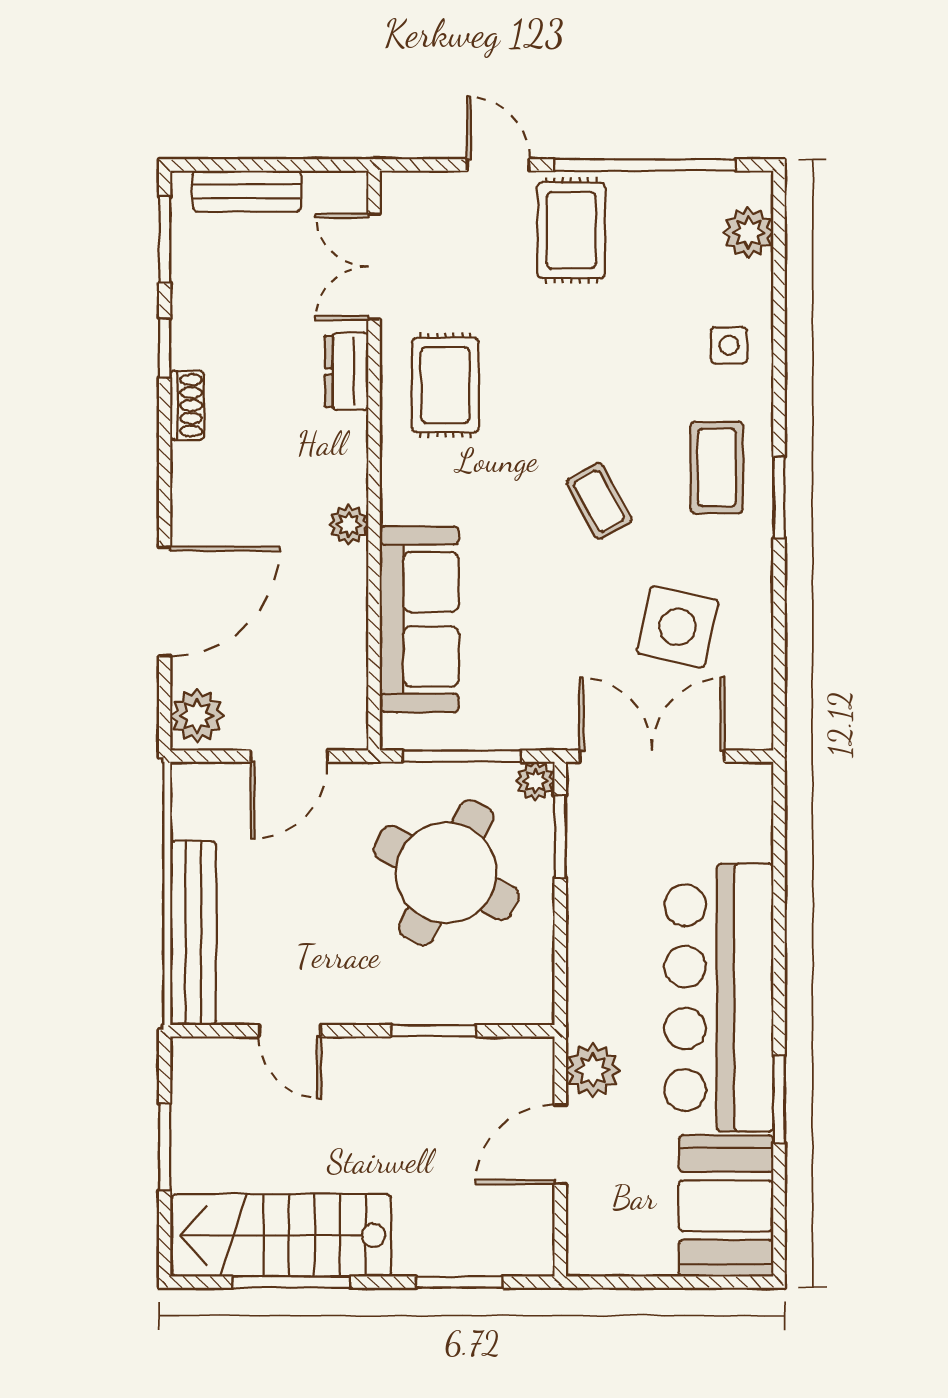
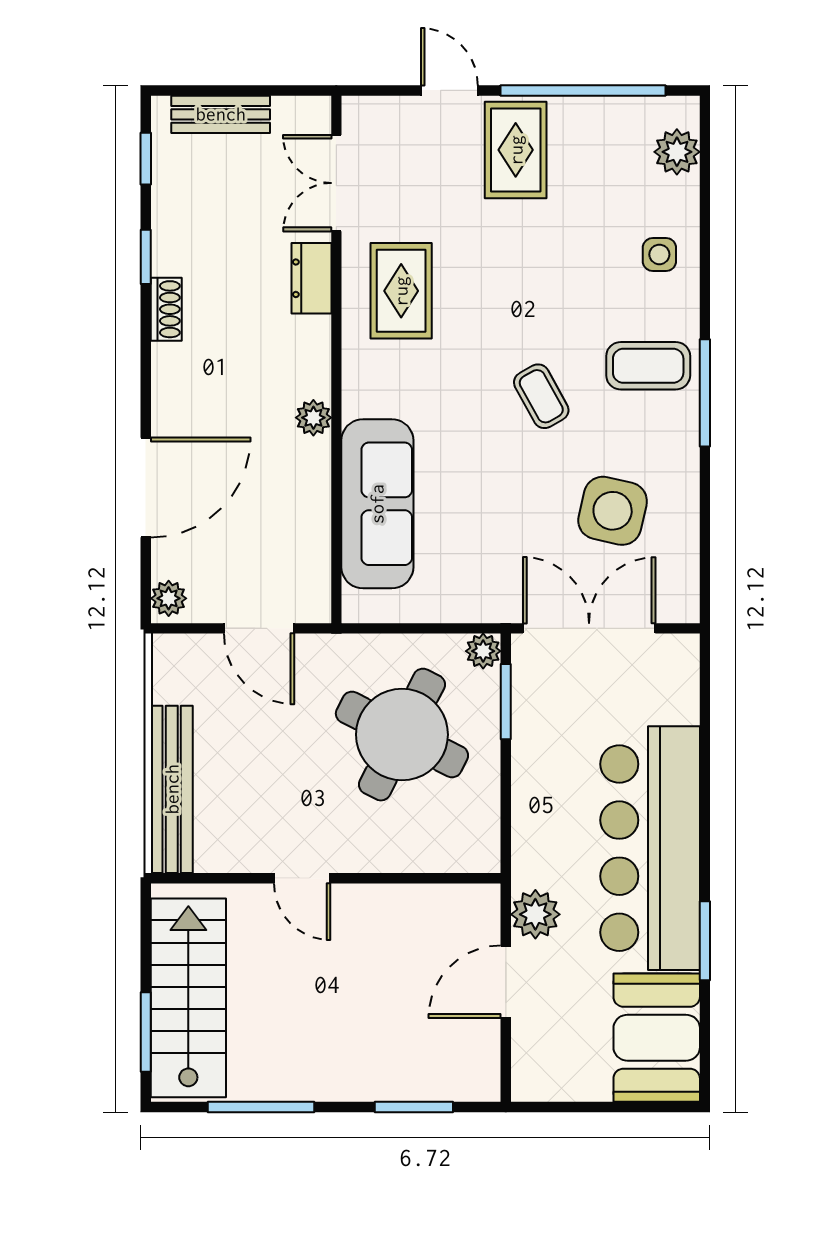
window: (165, 240) -> (146, 159), width x0.67
coffee table: (717, 467) -> (648, 366), turned 90
window: (779, 497) -> (705, 393), width x1.44
plant: (197, 716) -> (169, 598), width x0.73, depth x0.73
door: (289, 756) -> (259, 628), hinge flipped
window: (462, 756) -> (416, 628), removed
door: (290, 1031) -> (302, 878), moved
window: (433, 1031) -> (390, 878), removed
window: (165, 1147) -> (146, 1032), moved
stairs: (282, 1235) -> (188, 998), moved, turned 90

